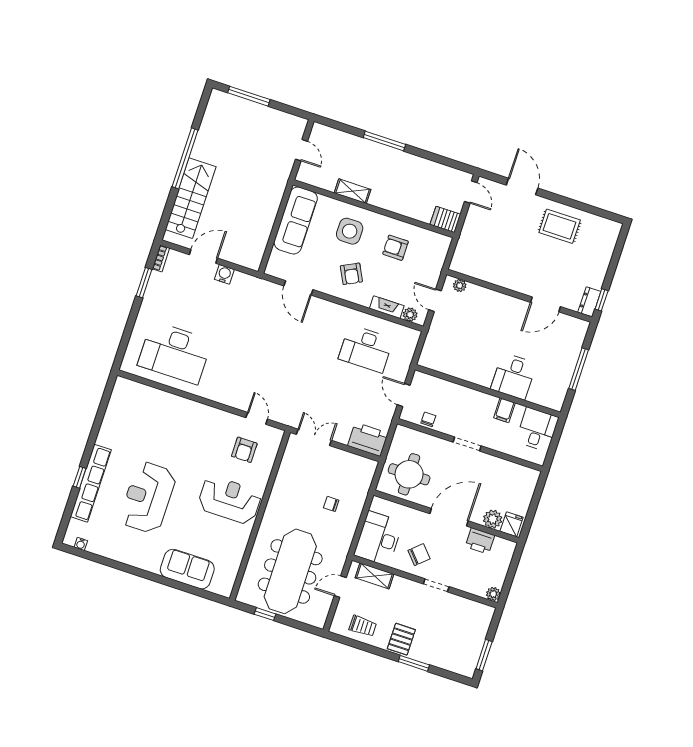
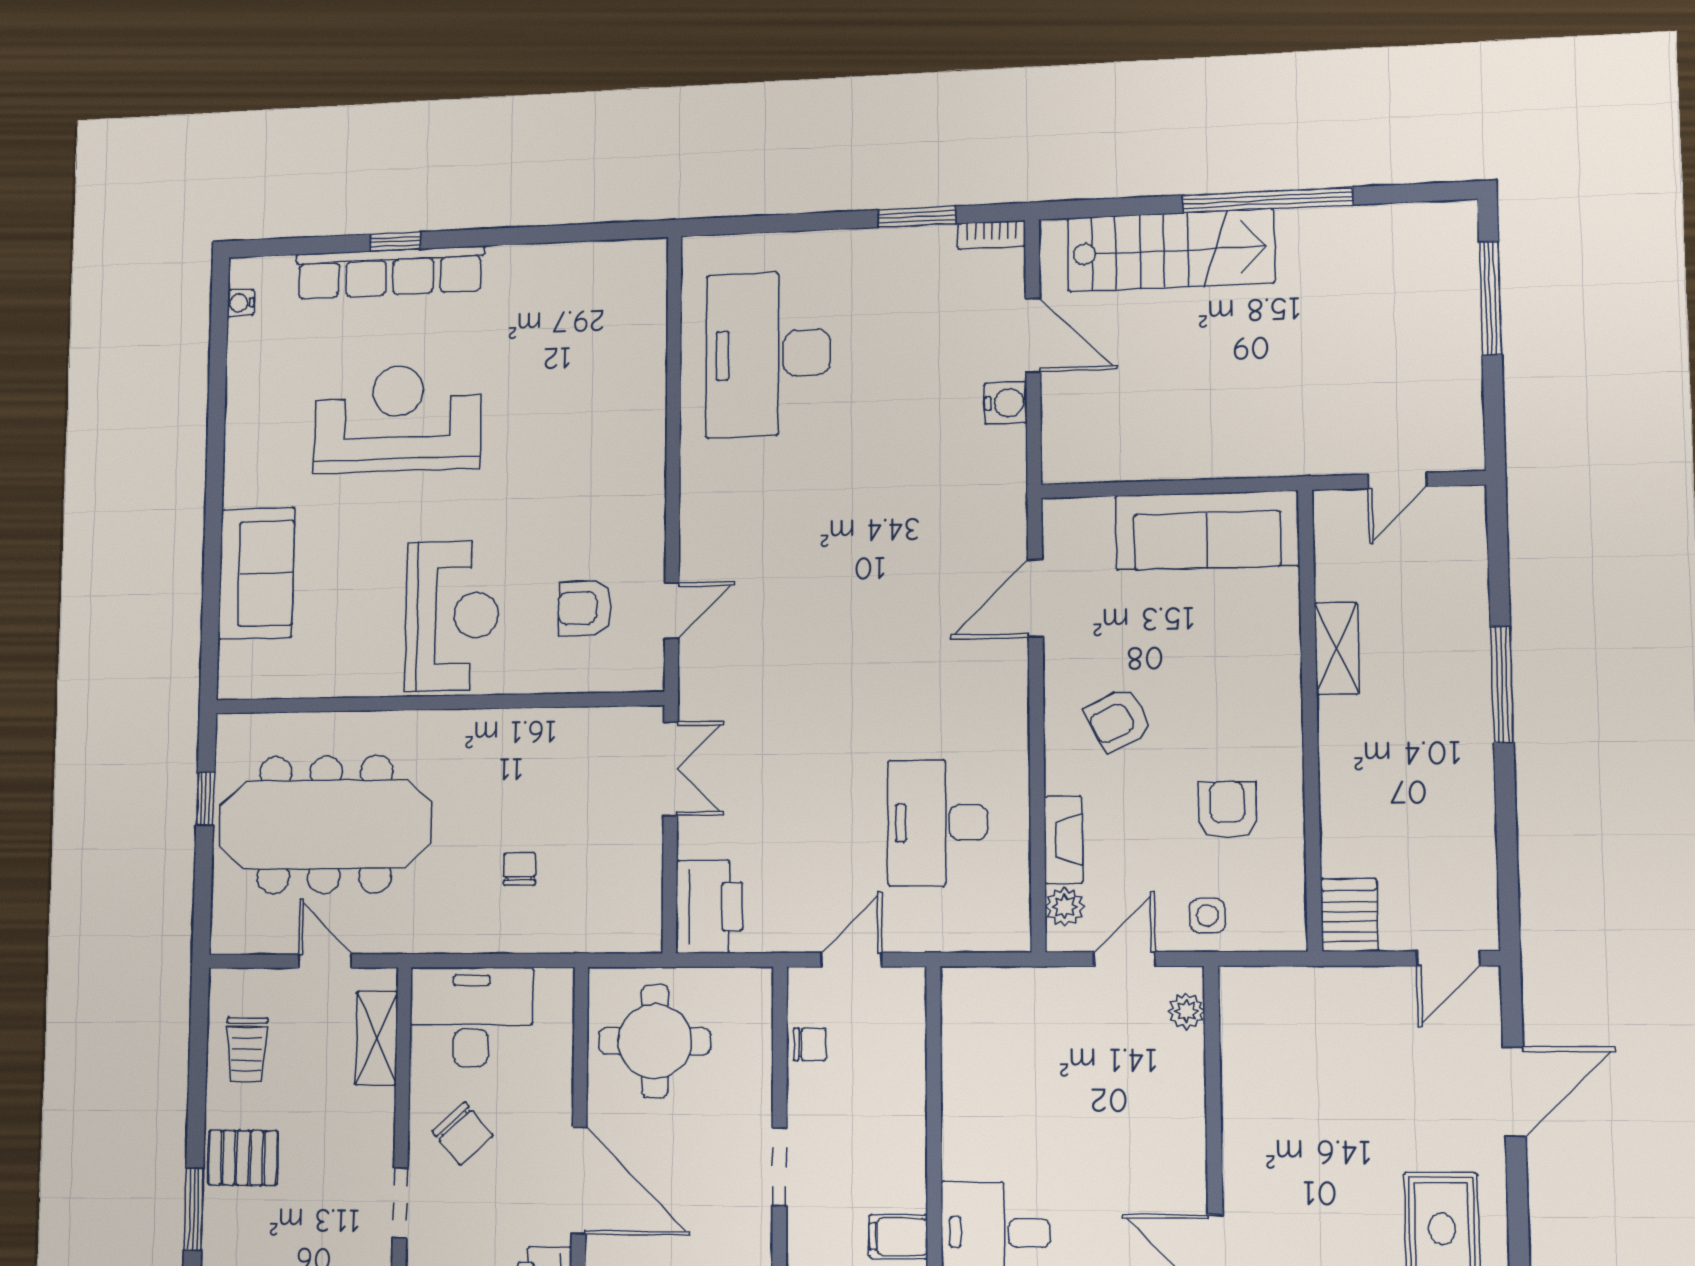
side table: (350, 231) -> (1207, 916), moved, width x0.54, depth x0.54

